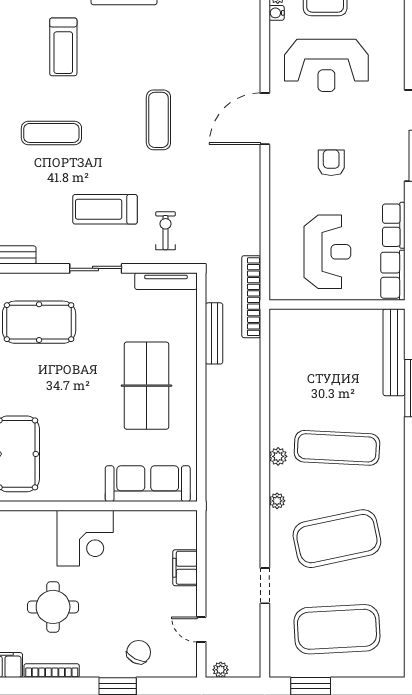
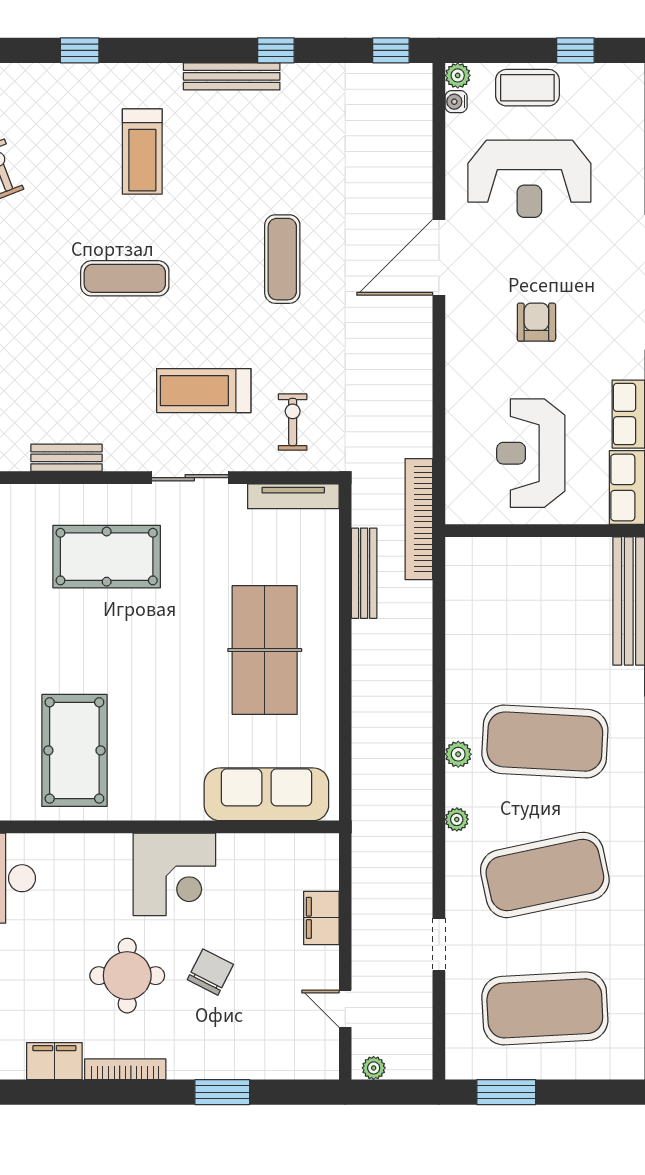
reception desk: (327, 252) -> (531, 453), turned 180
exercise mat: (337, 448) -> (545, 742), width x1.47
chair: (139, 652) -> (210, 972), moved

